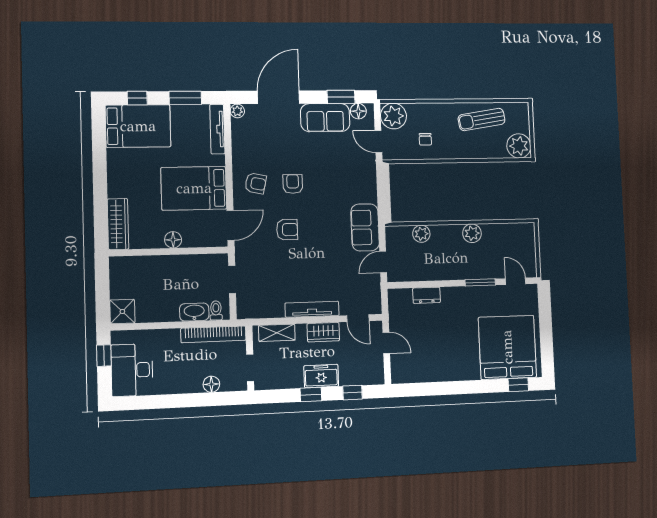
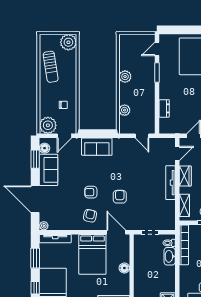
sofa: (365, 227) -> (97, 147), moved

